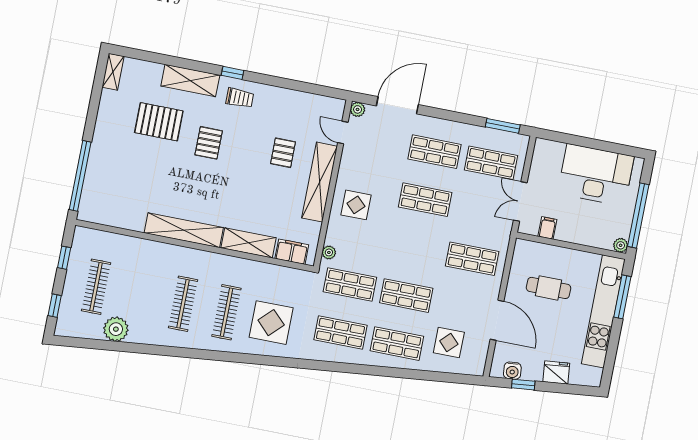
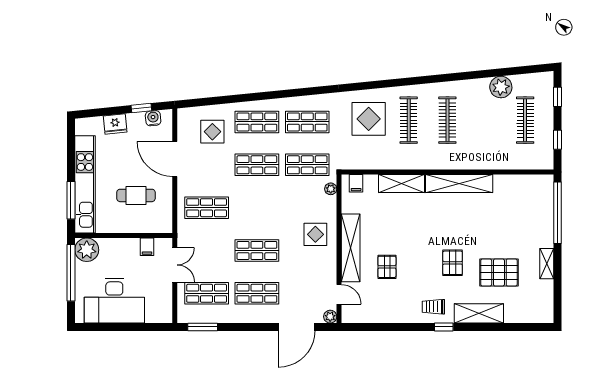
shelving: (113, 72) -> (547, 264), moved
plant: (621, 245) -> (87, 250), width x1.88, depth x1.88
filing cabinet: (292, 252) -> (356, 183), width x0.50

